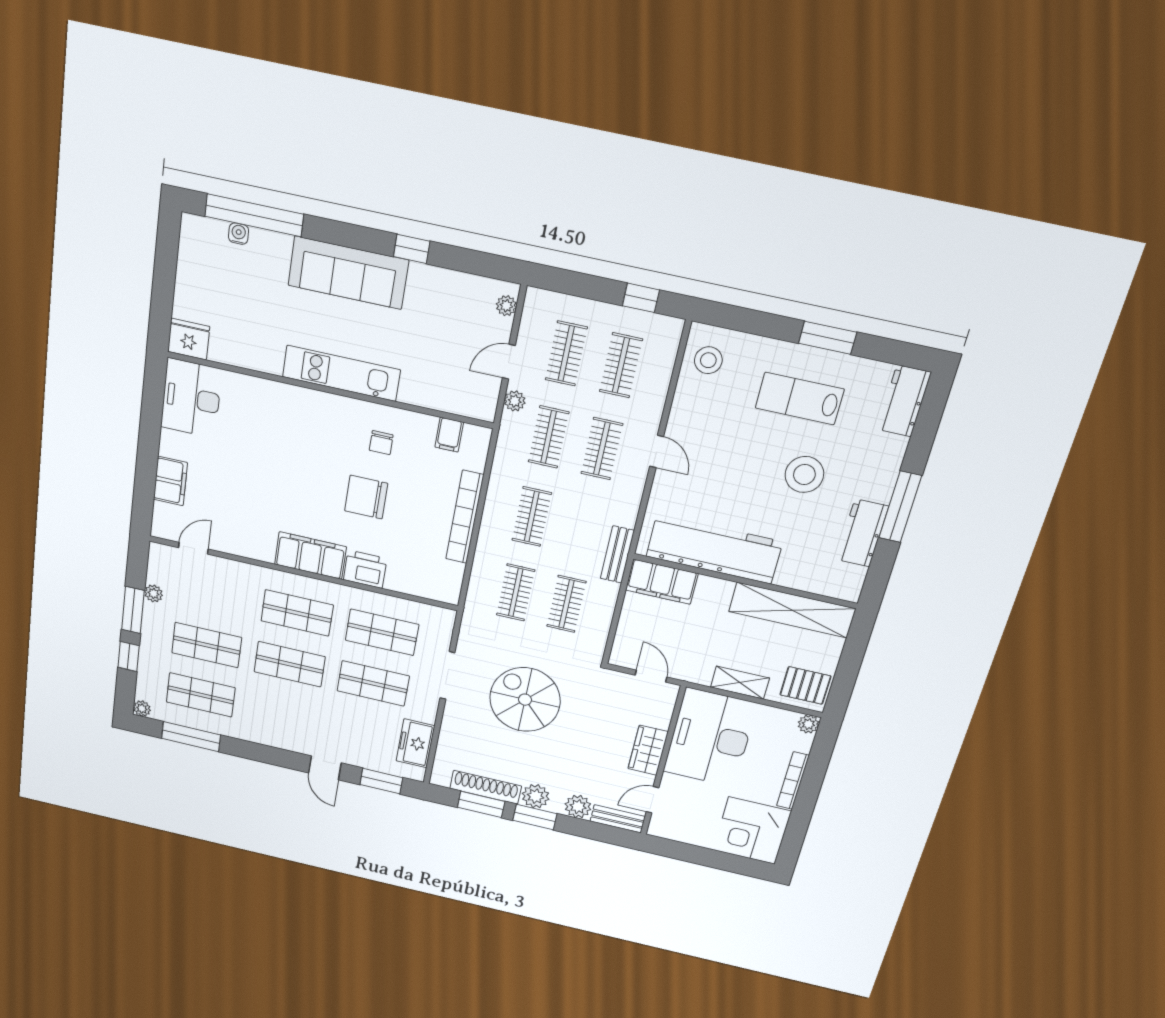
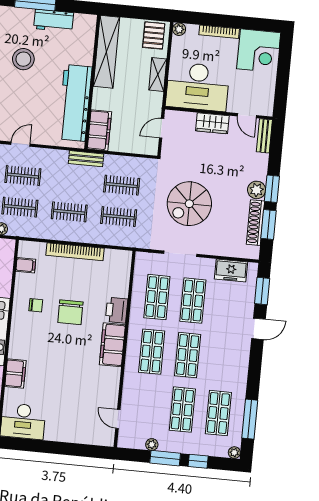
filing cabinet: (170, 481) -> (15, 373), moved, turned 90
plant: (578, 807) -> (260, 162), removed

